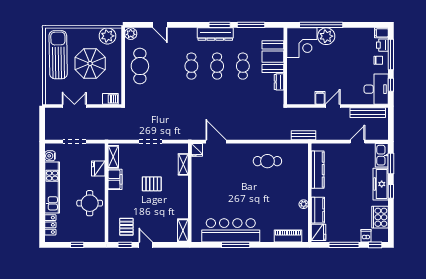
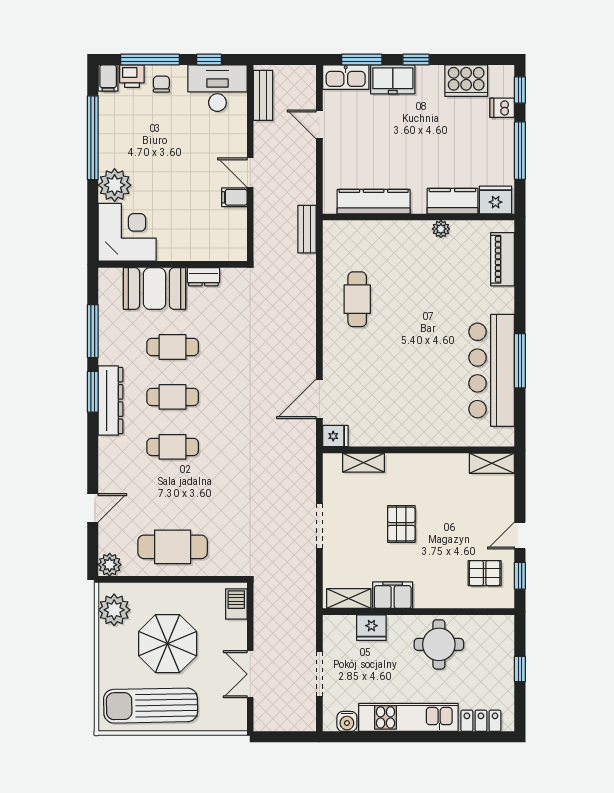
window: (321, 25) -> (93, 138), moved
bench: (368, 113) -> (263, 95), width x0.73
freezer: (381, 184) -> (393, 79), width x0.71

